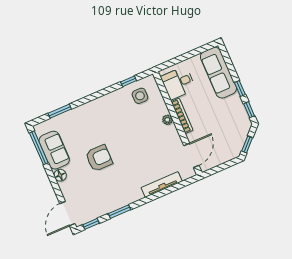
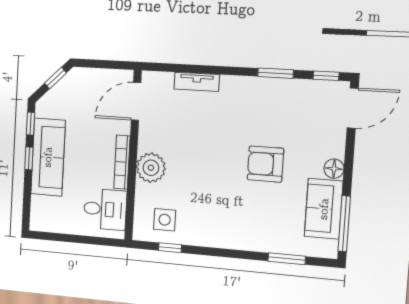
sofa: (218, 73) -> (48, 157), moved
plant: (167, 120) -> (151, 168), width x1.87, depth x1.87
tv unit: (162, 184) -> (197, 82), width x0.71

